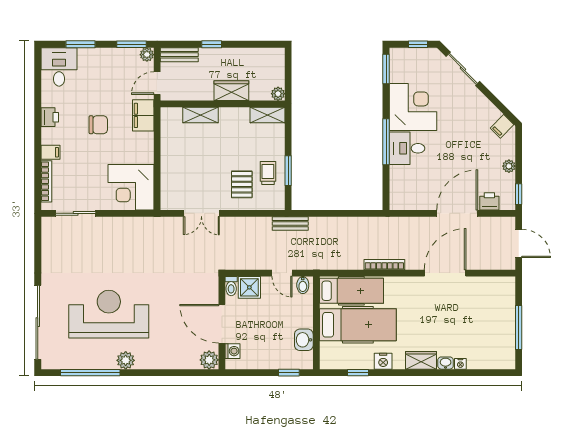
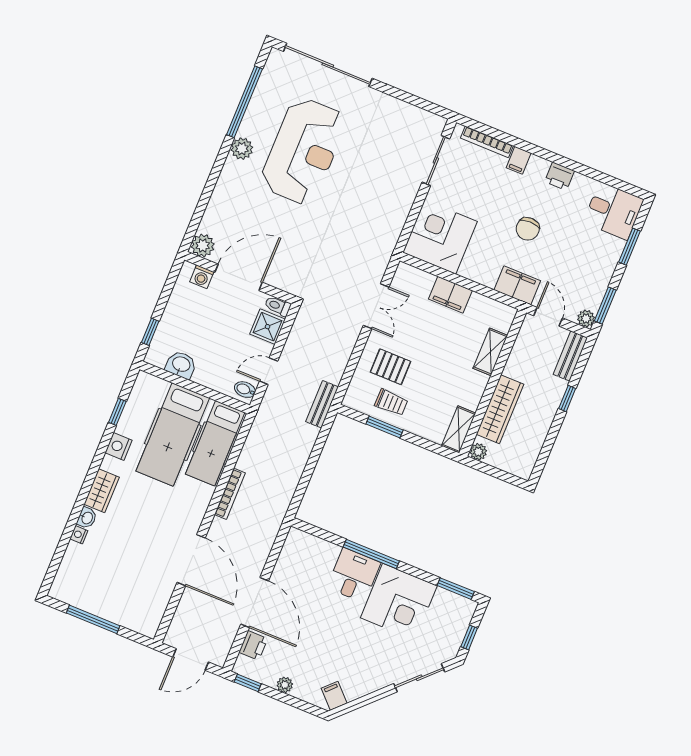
wardrobe: (231, 91) -> (500, 409), width x1.50
filing cabinet: (170, 162) -> (450, 295), added
double door: (201, 213) -> (376, 306), swing flipped

